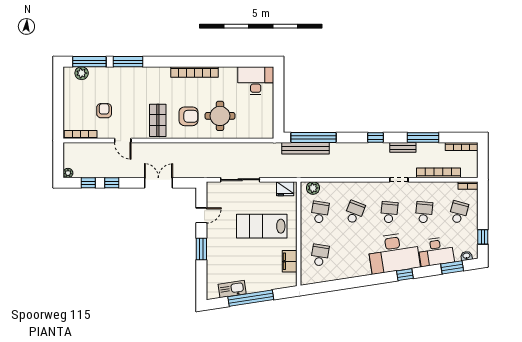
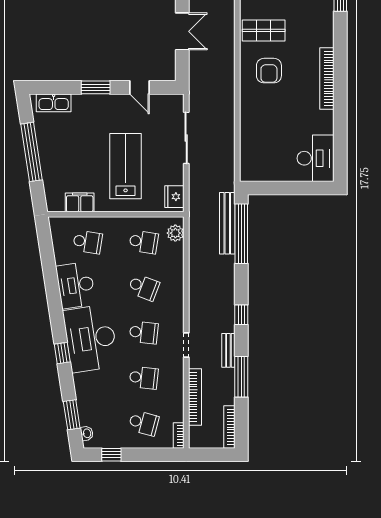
round table: (220, 116) -> (269, 112), removed
desk: (436, 252) -> (76, 285), moved
kitchen sink: (232, 289) -> (54, 103), moved, turned 99

